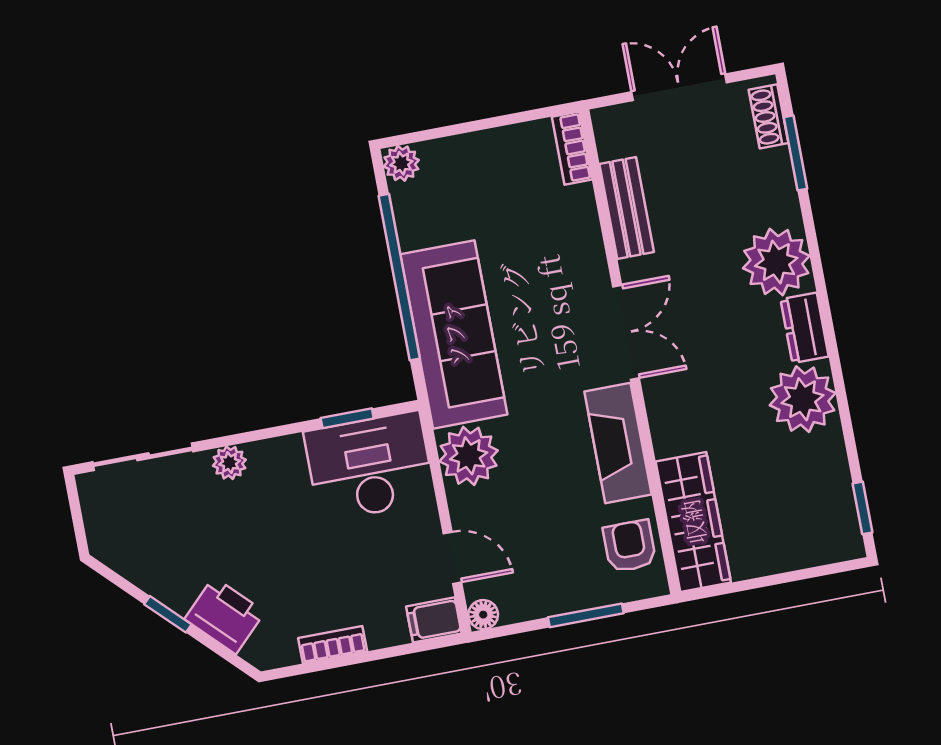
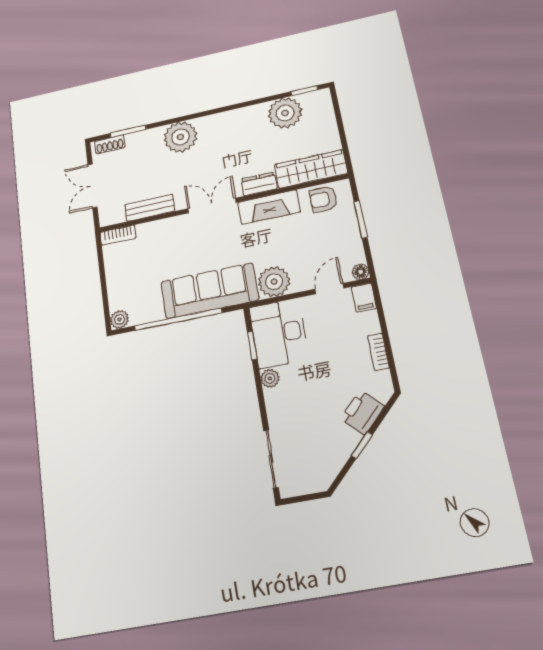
dresser: (805, 328) -> (259, 184), moved, turned 180
plant: (803, 399) -> (285, 113), moved
plant: (229, 463) -> (270, 378), moved

